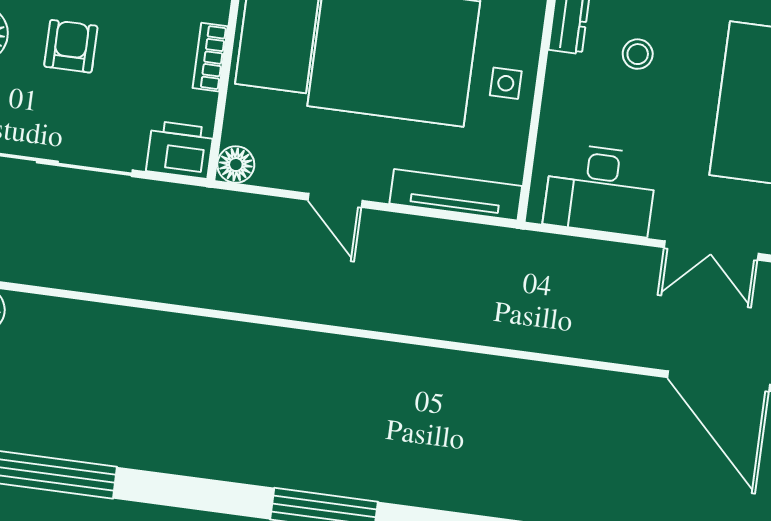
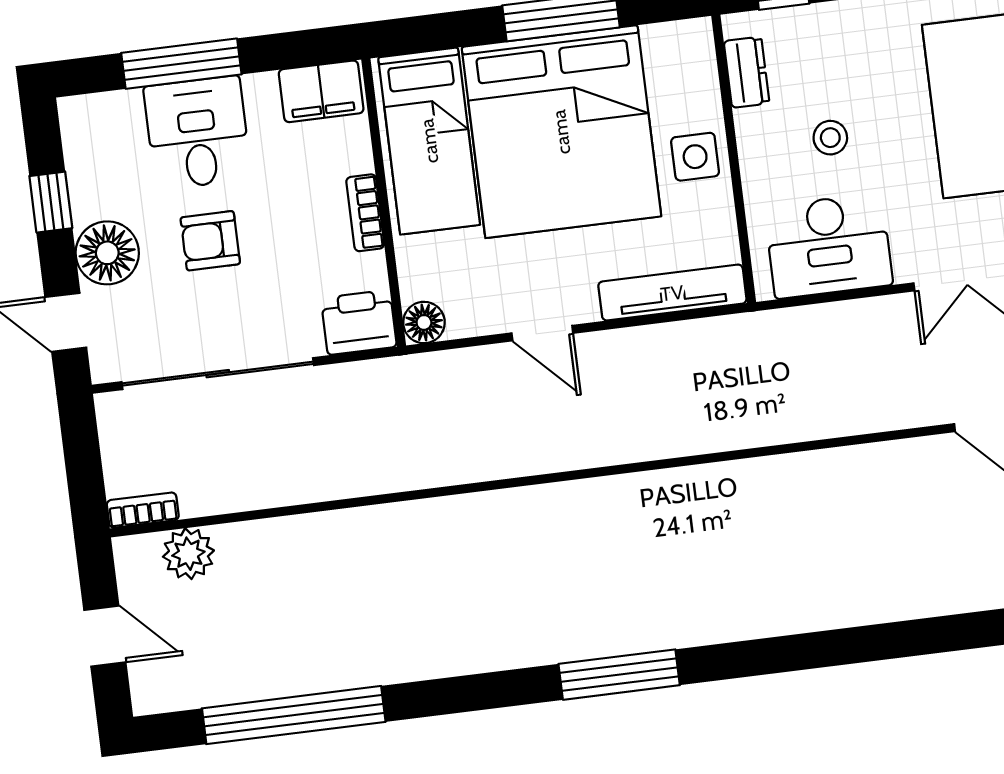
armchair: (71, 46) -> (210, 241), turned -90
stool: (638, 54) -> (830, 138), moved
side table: (506, 83) -> (695, 157), width x1.37, depth x1.37

